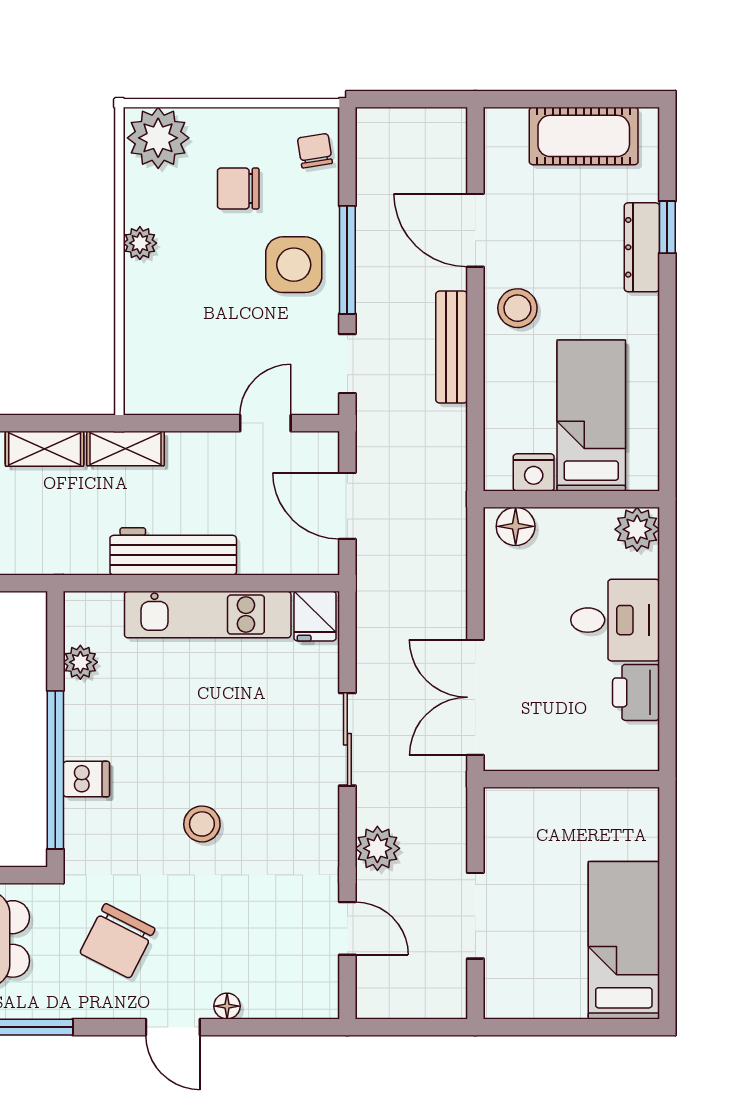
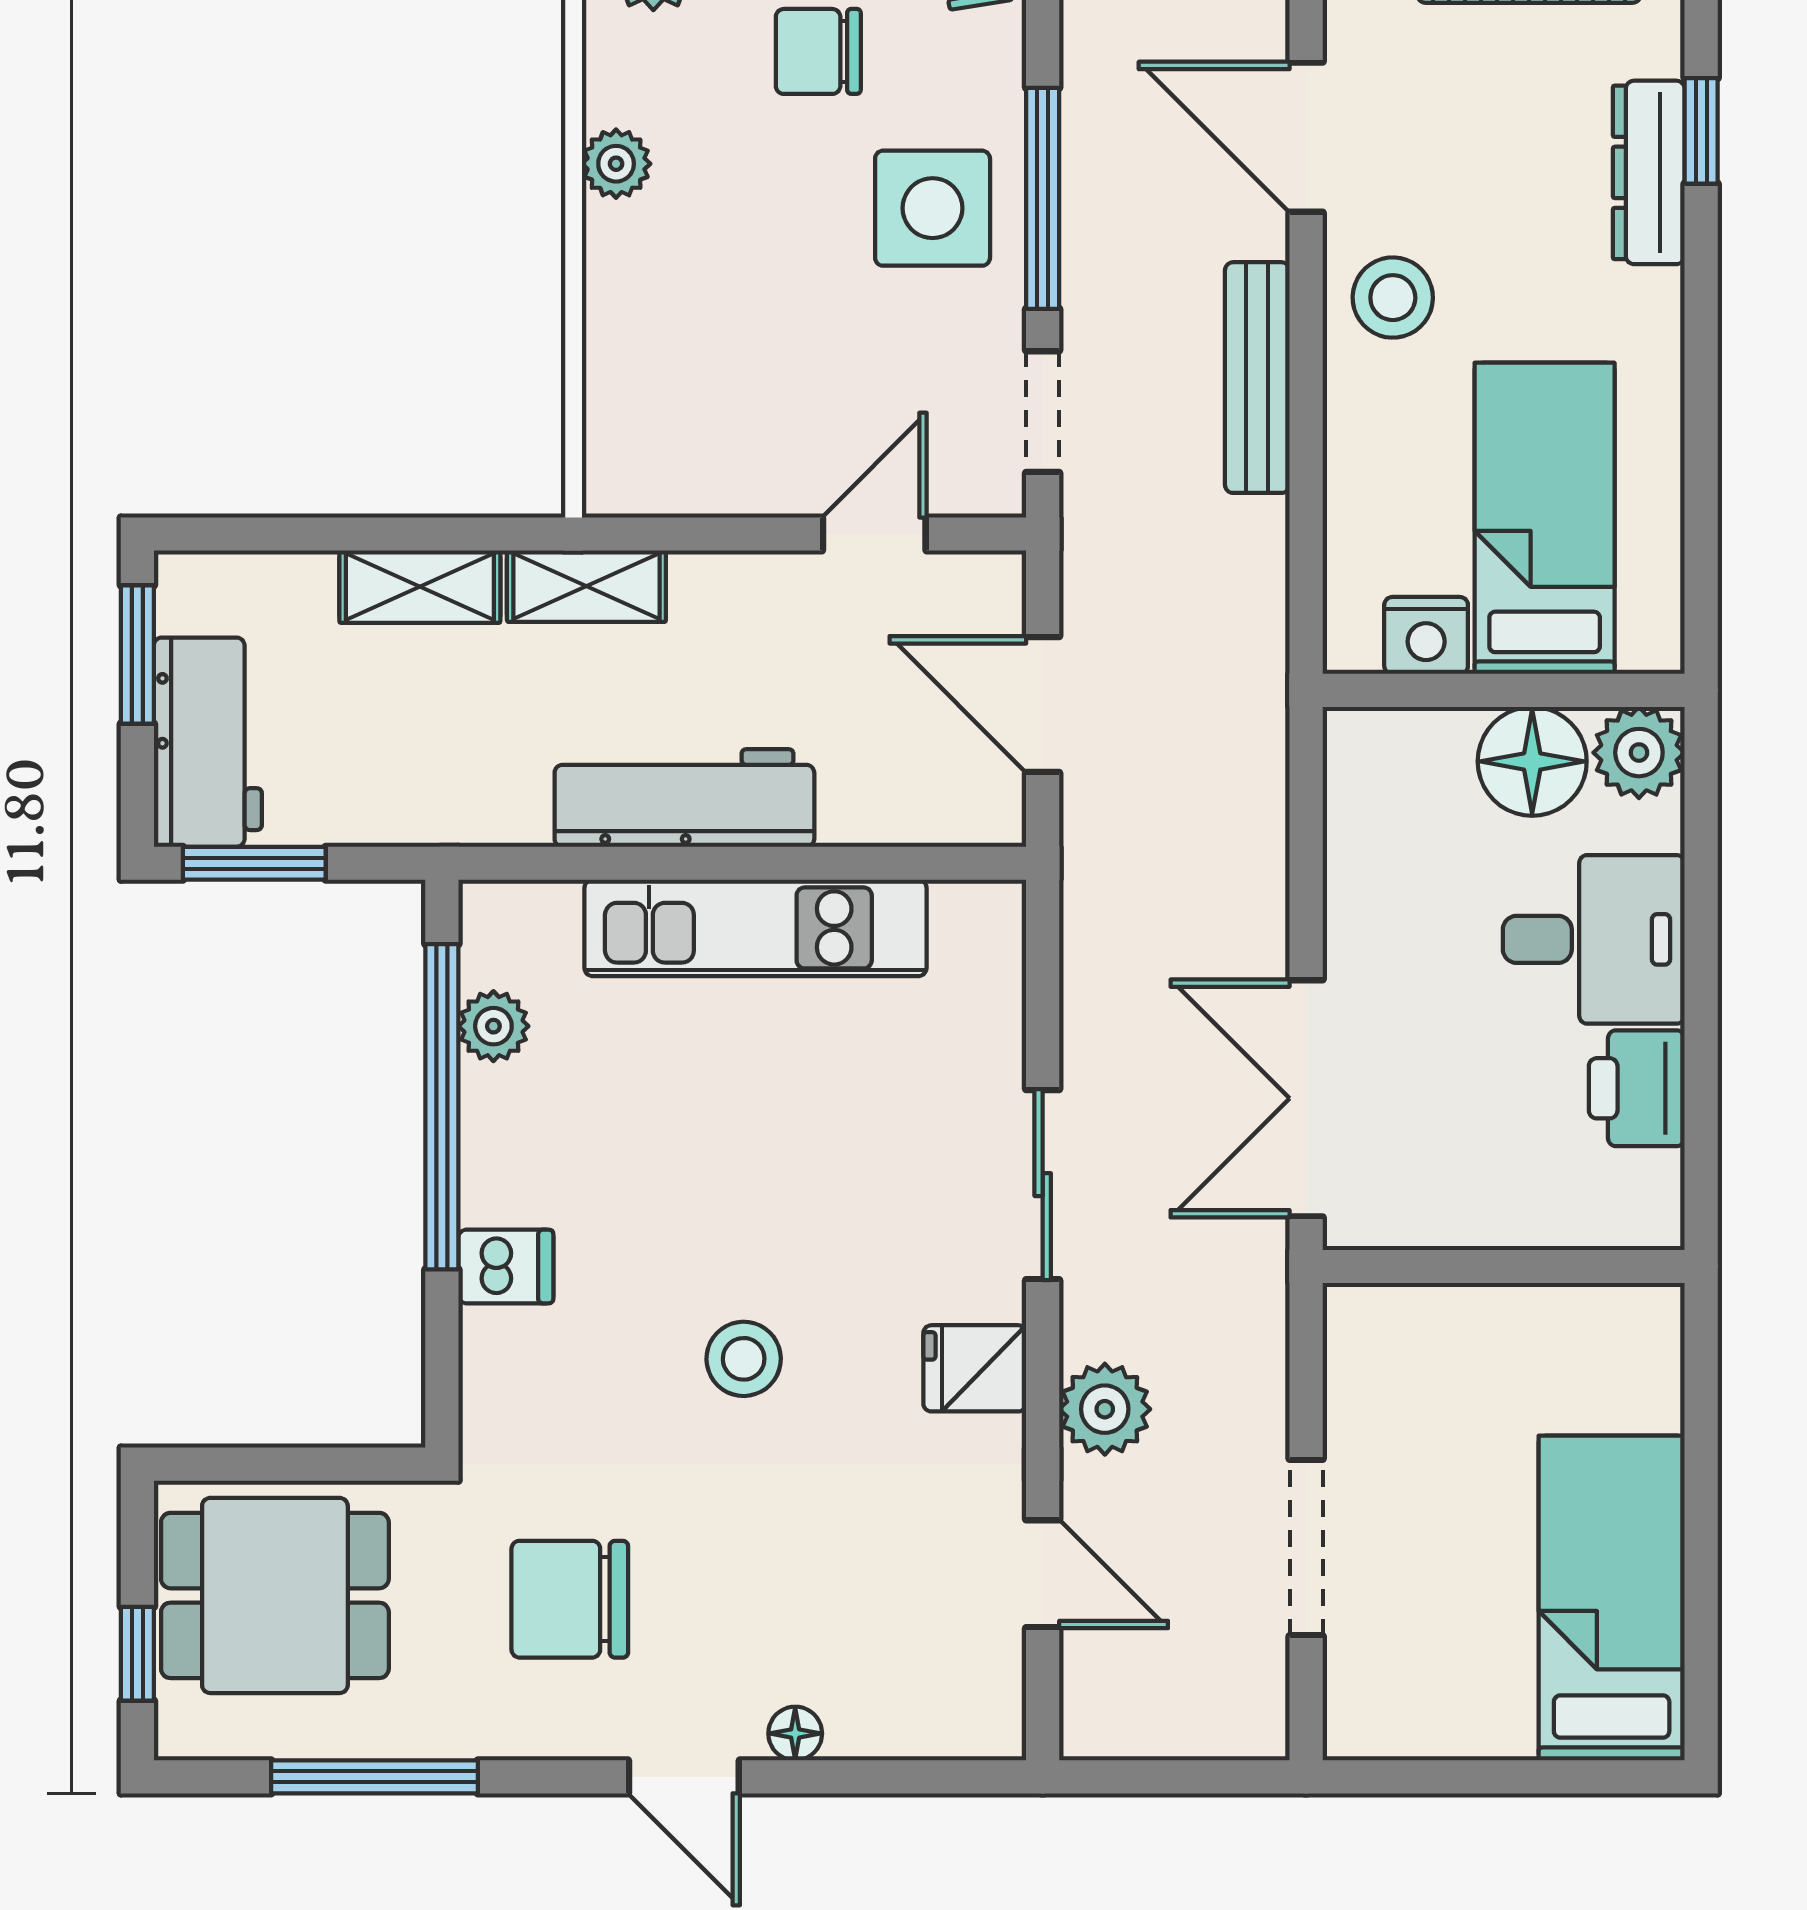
floor lamp: (516, 526) -> (1532, 761), moved, width x1.38, depth x1.38
fridge: (315, 616) -> (975, 1368), moved, turned 90
window: (55, 770) -> (442, 1107), moved
chair: (117, 941) -> (570, 1599), turned 63

